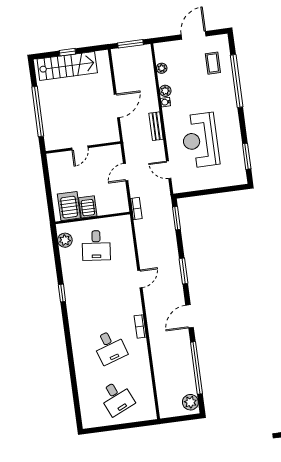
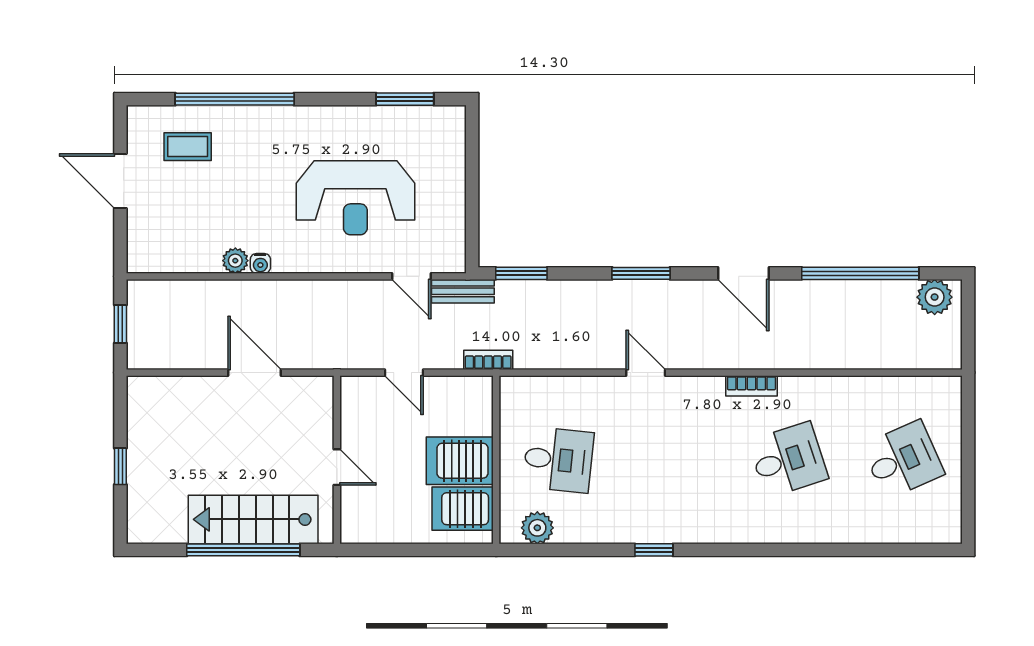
window: (130, 44) -> (120, 324), width x0.67
stairs: (67, 66) -> (253, 519), moved, turned -90
plant: (162, 68) -> (184, 262), removed
bench: (156, 126) -> (463, 291), moved
door: (169, 170) -> (411, 276), hinge flipped
server rack: (88, 207) -> (460, 461), width x1.36, depth x1.44

